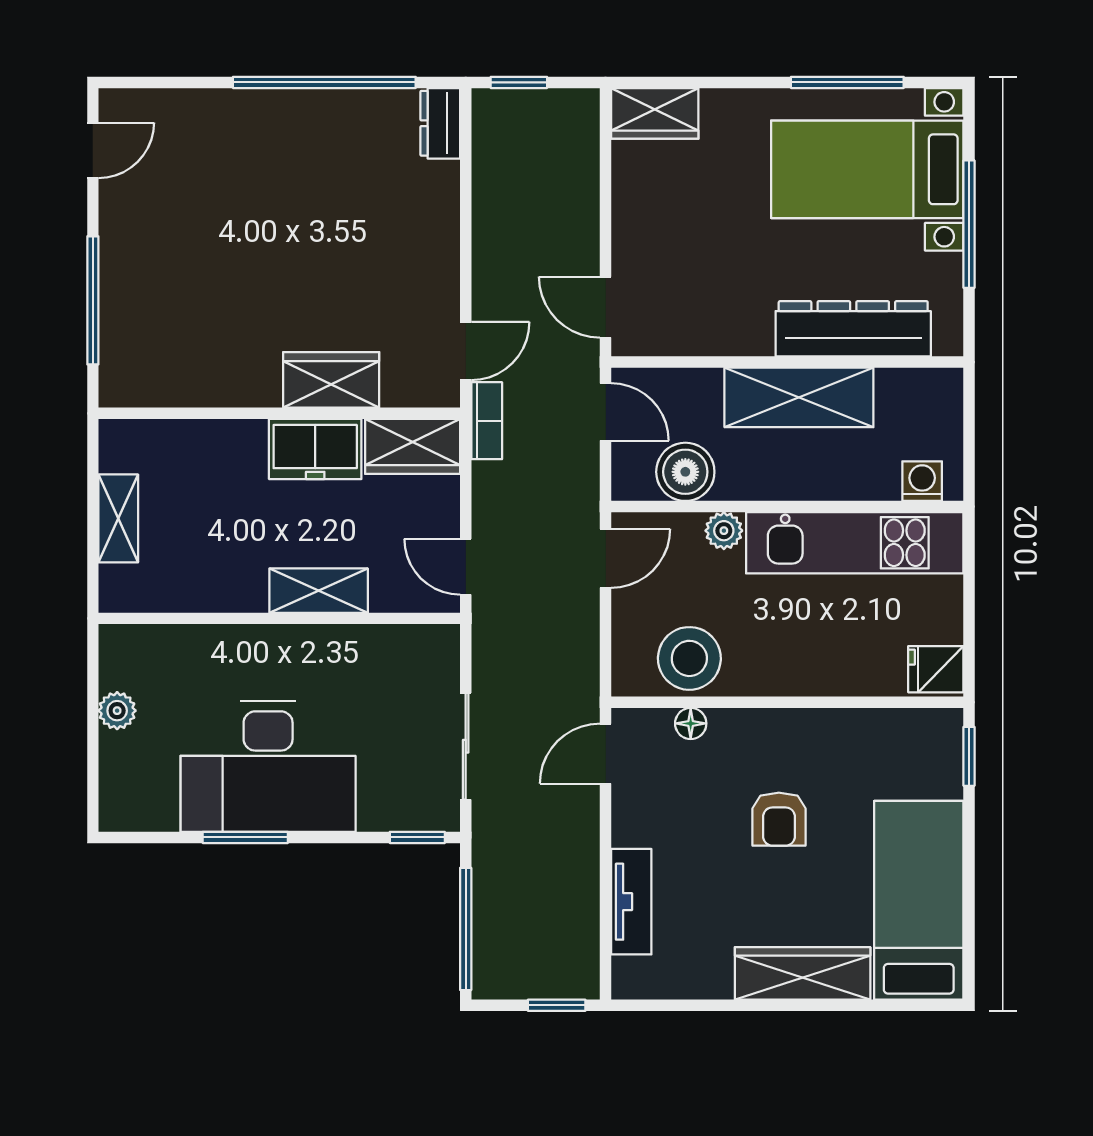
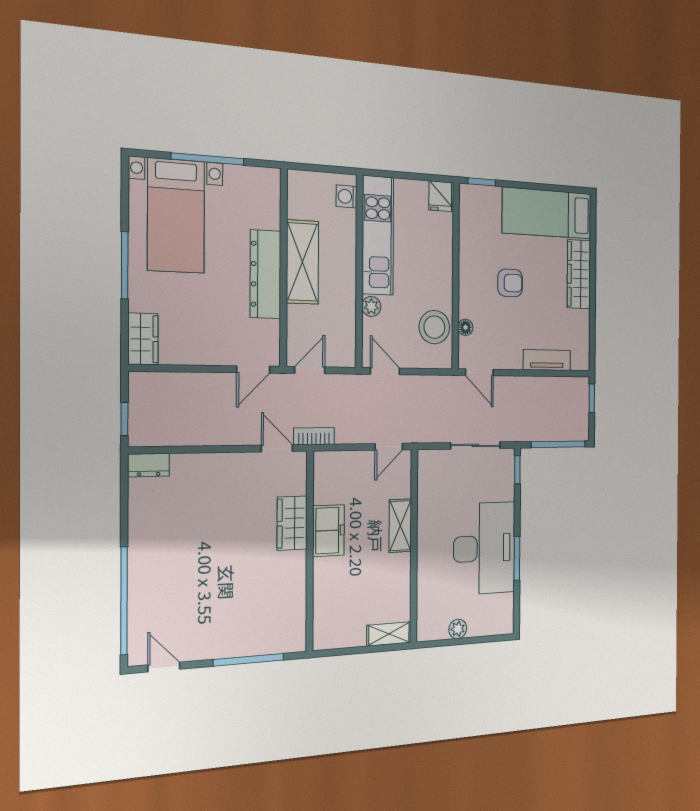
window: (324, 82) -> (124, 601), moved
window: (847, 82) -> (125, 265), moved
dresser: (853, 329) -> (265, 274), moved
wardrobe: (413, 446) -> (327, 477), removed
boiler: (685, 472) -> (341, 327), removed
shelving: (118, 518) -> (389, 634), moved

